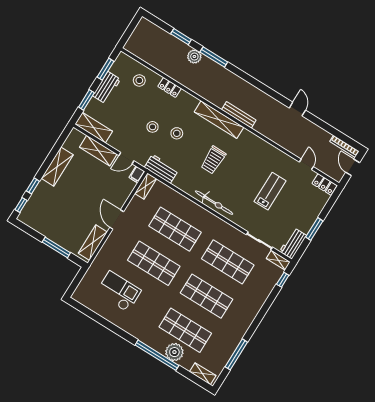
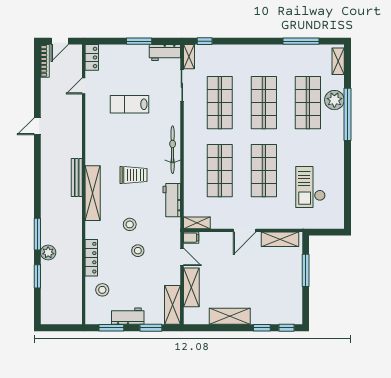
locker: (170, 87) -> (91, 258), width x1.53
workbench: (161, 169) -> (172, 200), moved

